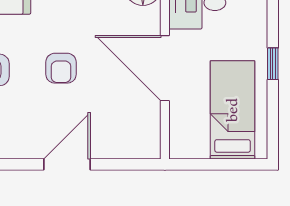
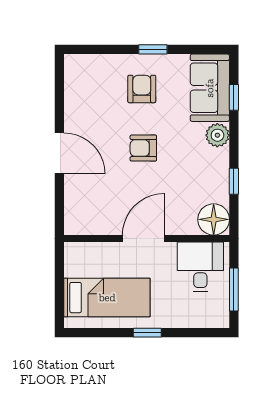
door: (165, 68) -> (143, 239), width x0.73

